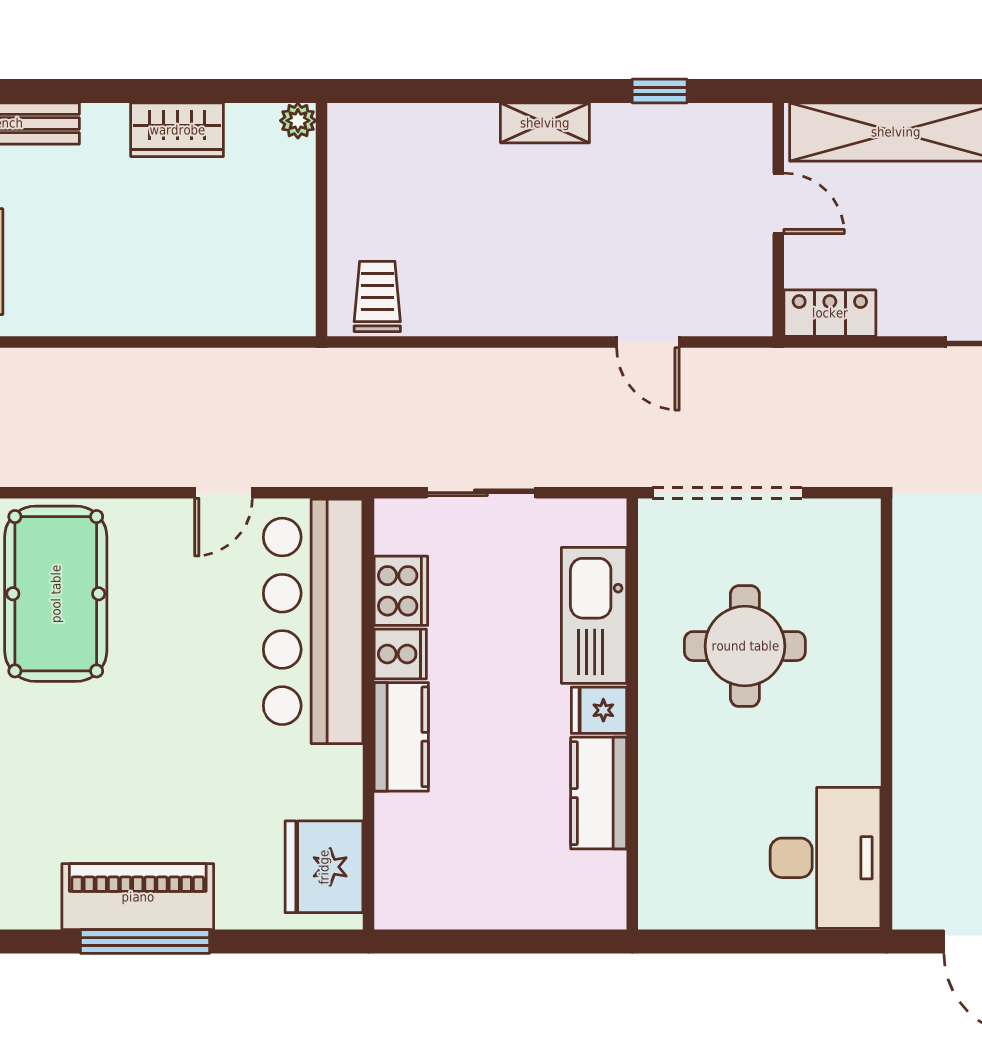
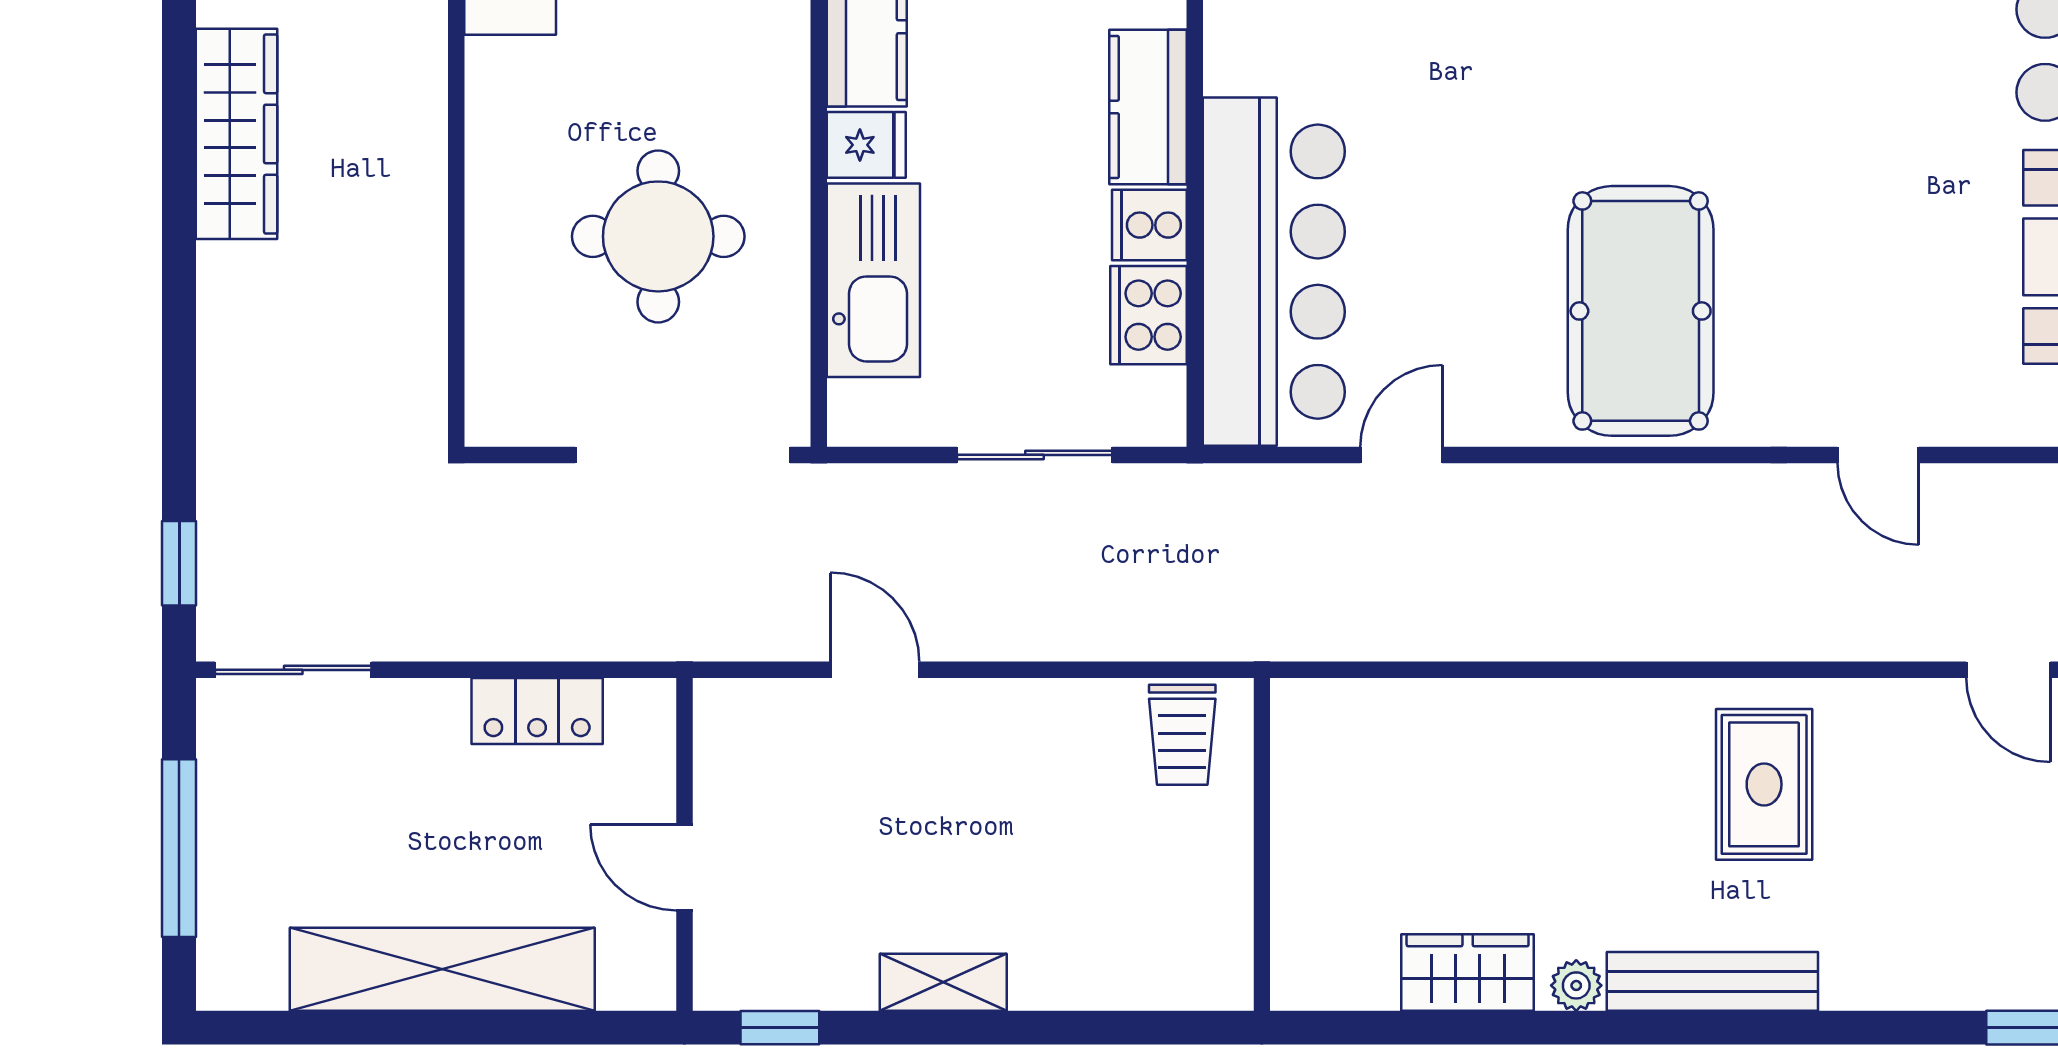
plant: (298, 121) -> (1576, 985), moved
door: (778, 203) -> (685, 867), moved
wall: (778, 220) -> (685, 844), moved
door: (648, 342) -> (875, 670), moved

